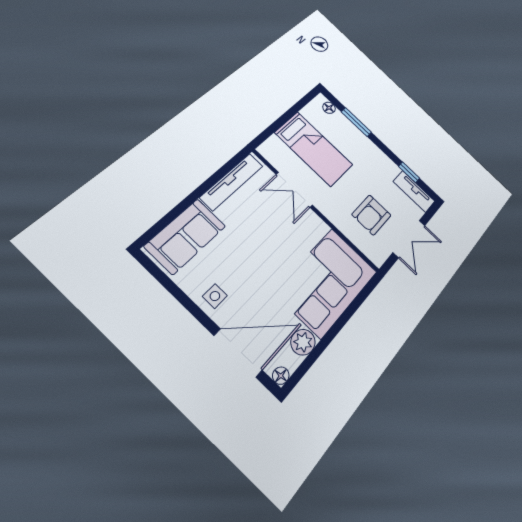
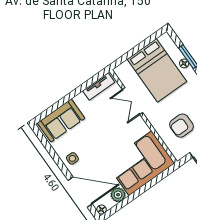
floor lamp: (329, 108) -> (184, 63), moved
bed: (314, 149) -> (157, 70), width x1.50
tv unit: (232, 182) -> (99, 86), width x0.71

